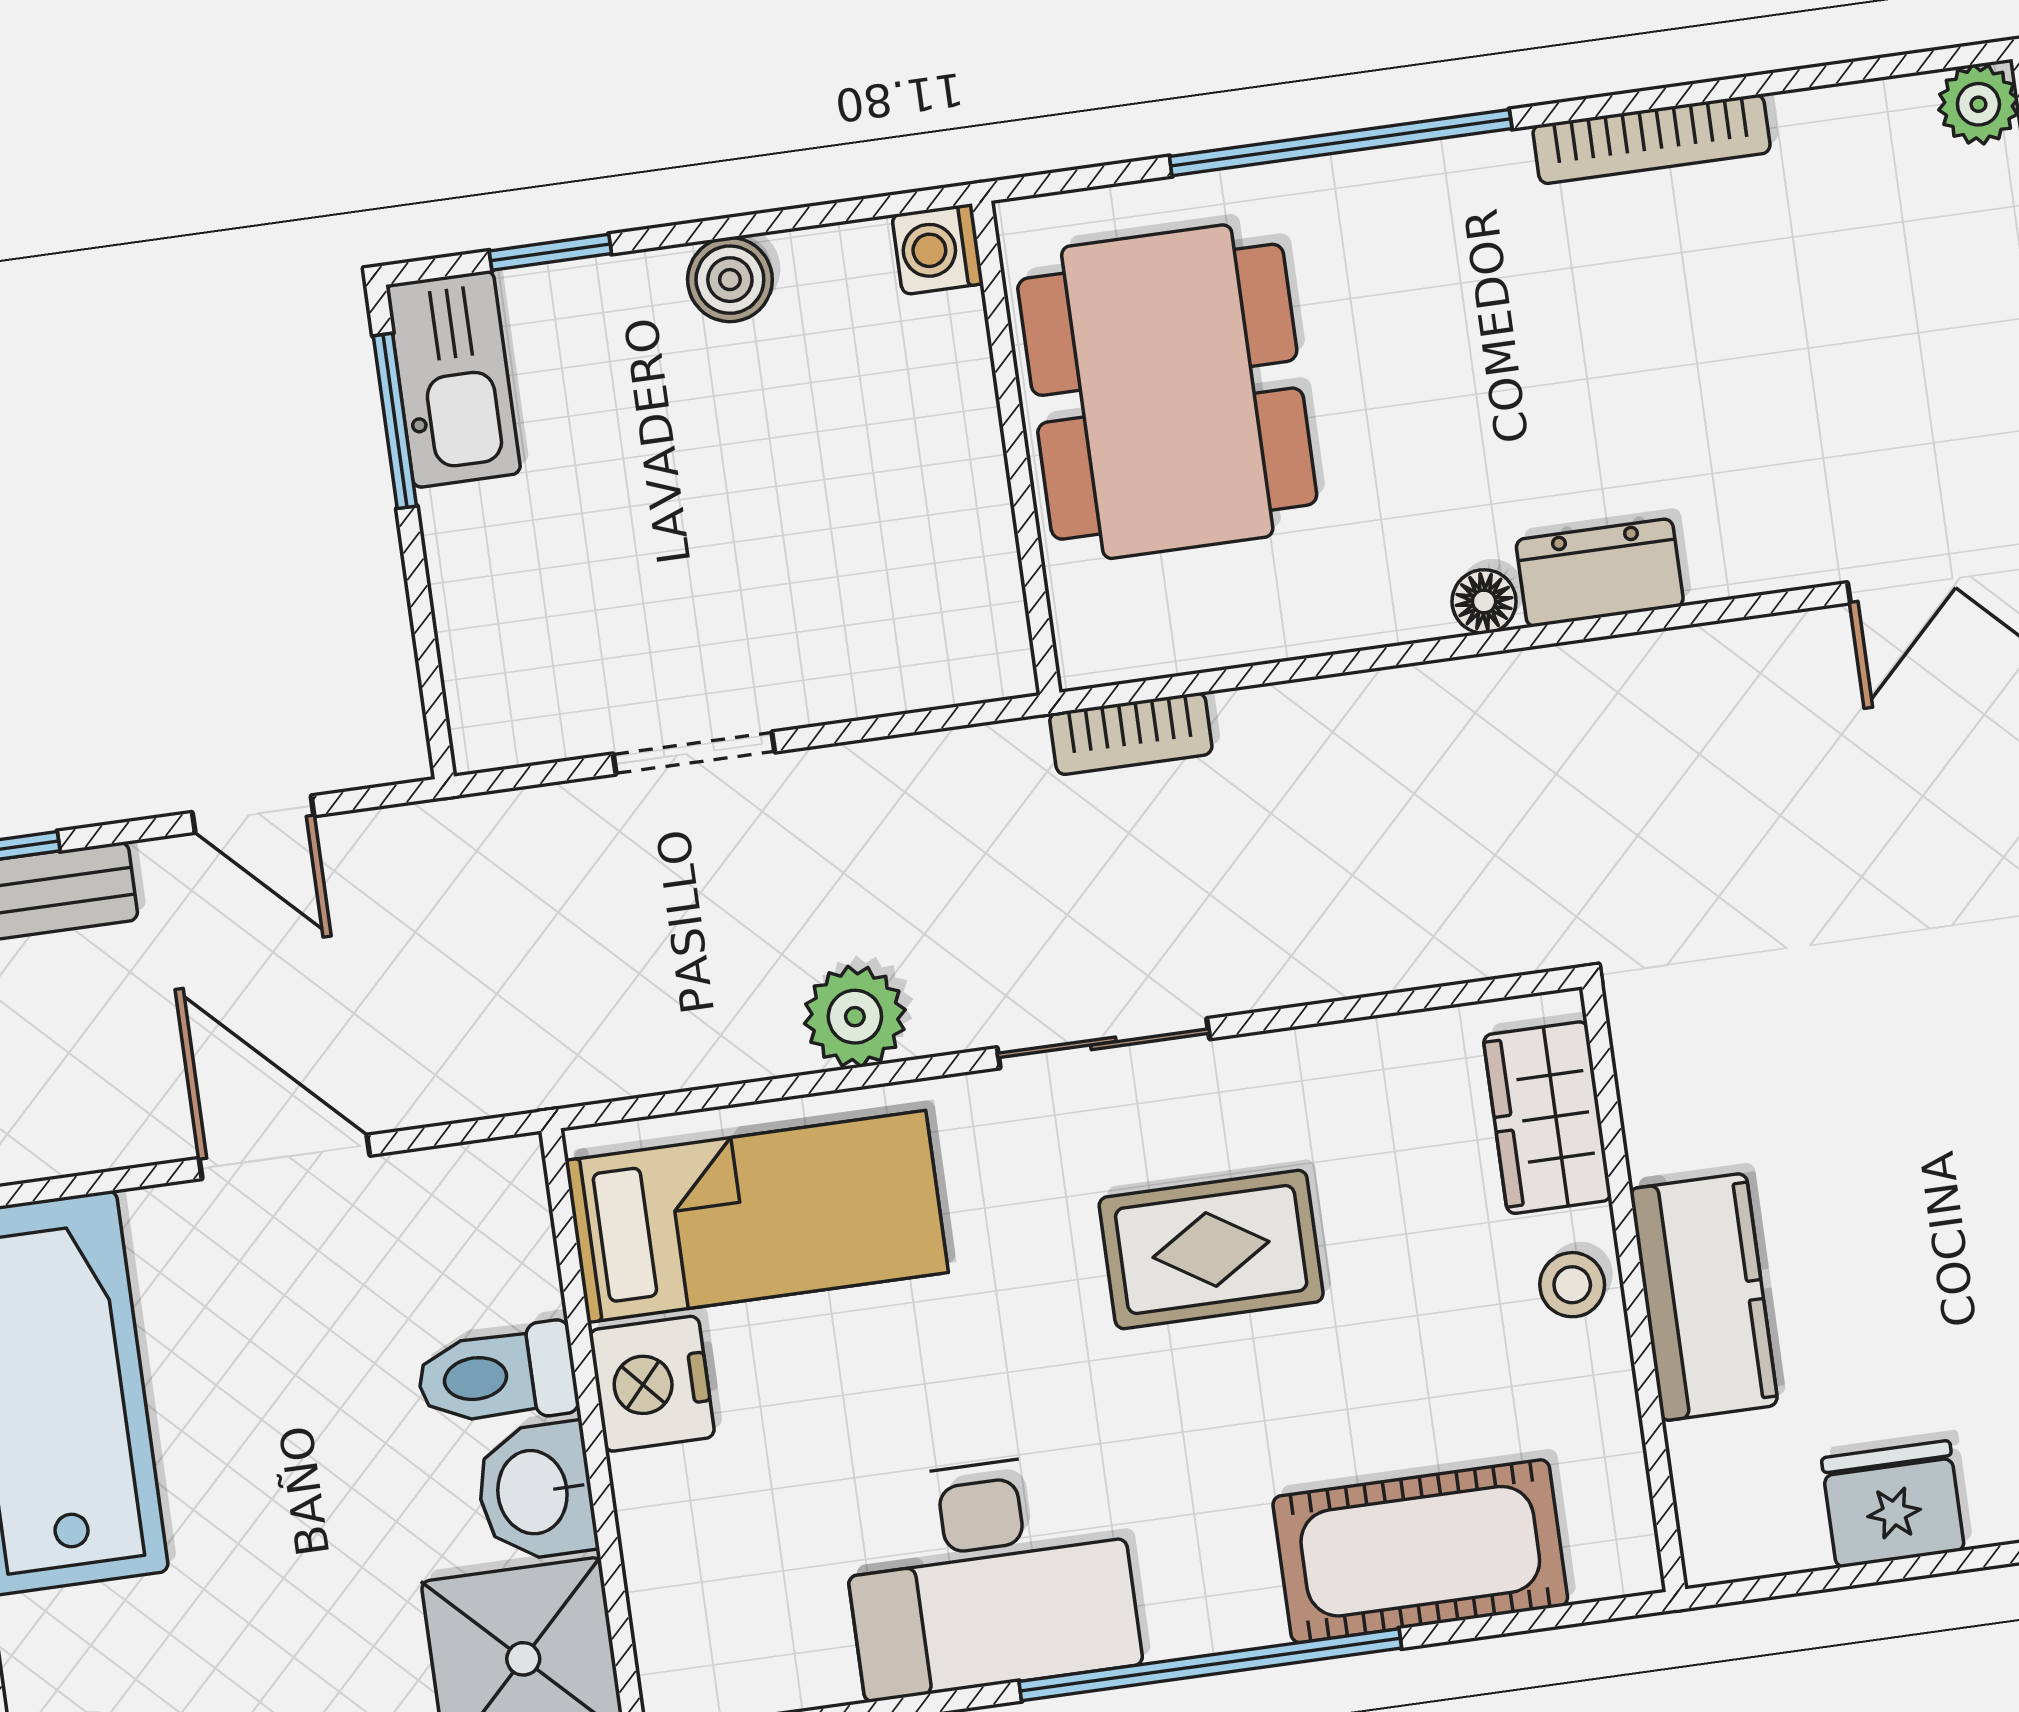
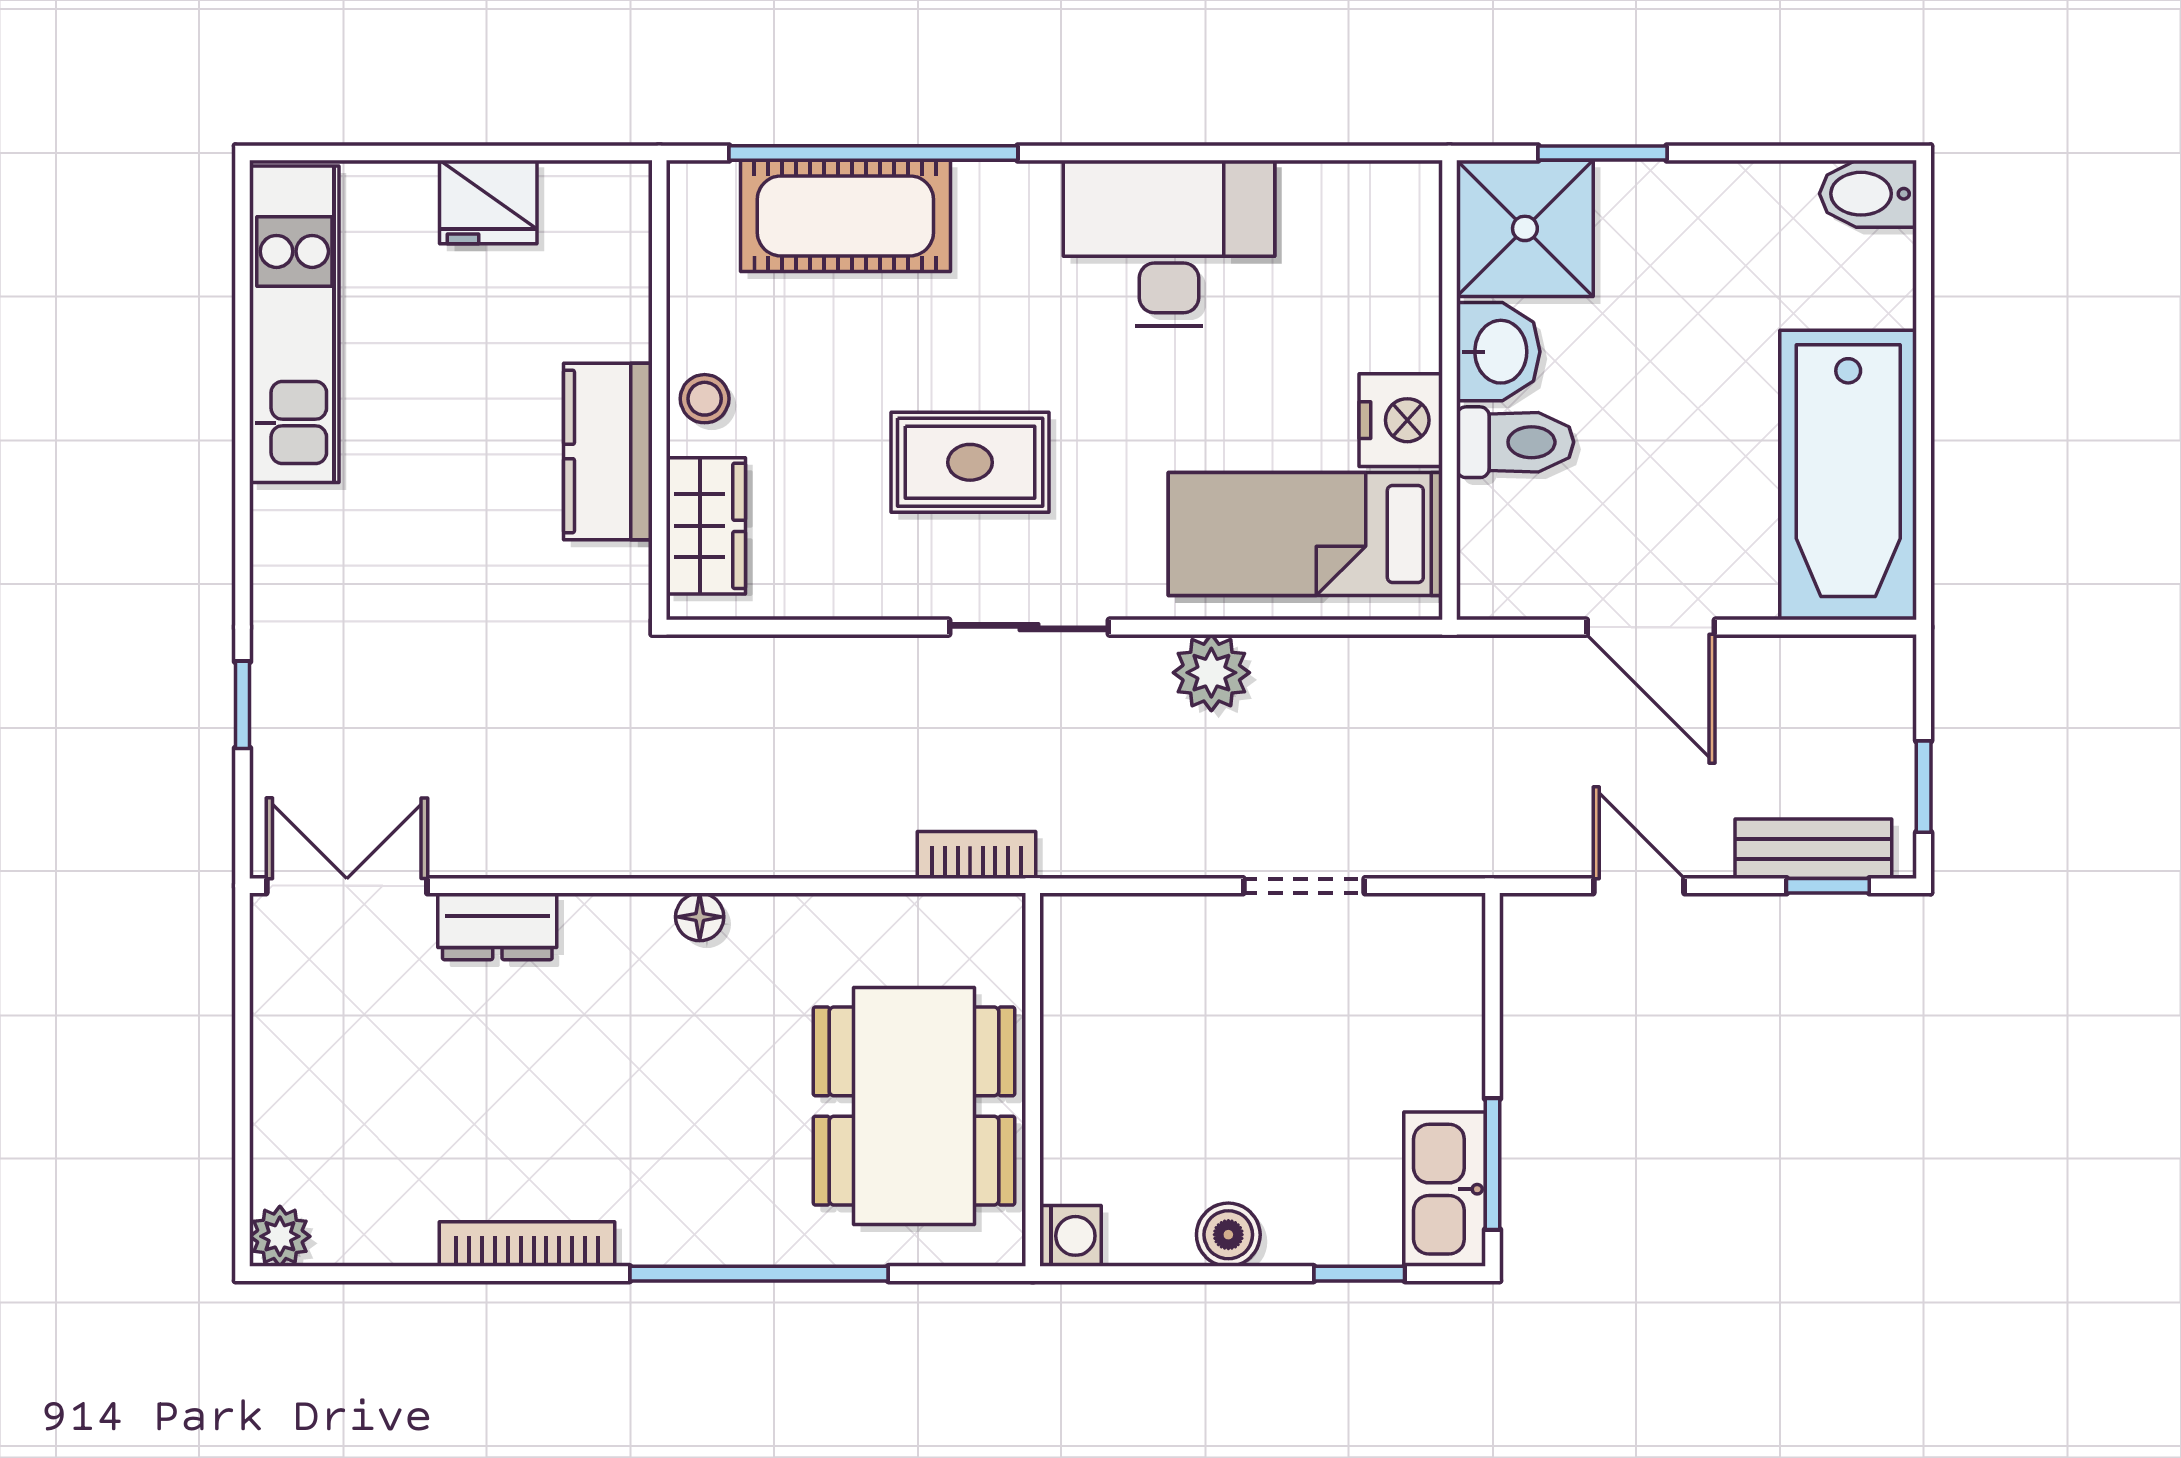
dresser: (1600, 573) -> (497, 926), moved
kitchen counter: (1704, 1297) -> (608, 451), moved
window: (1210, 1665) -> (873, 153), moved

